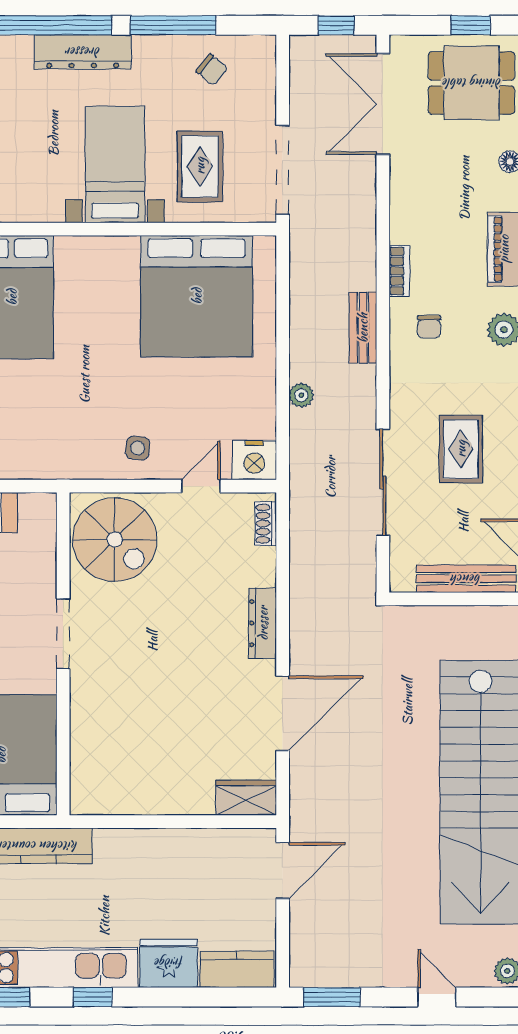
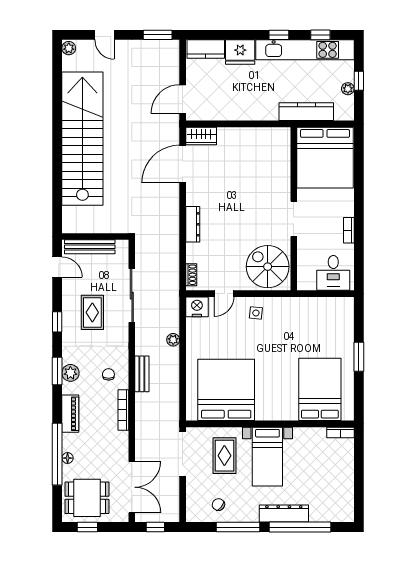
bookcase: (399, 271) -> (123, 410), width x1.56
door: (283, 713) -> (183, 164), moved

